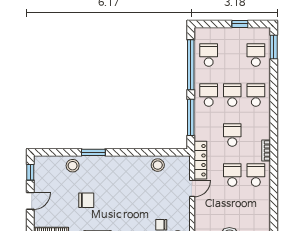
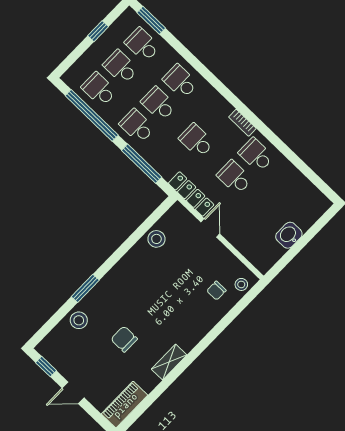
school desk: (232, 55) -> (121, 67), added
chair: (86, 200) -> (124, 339), turned -90
door: (30, 201) -> (73, 393), swing flipped

